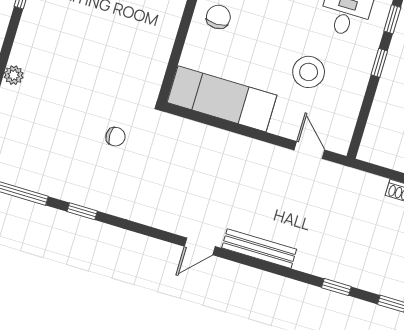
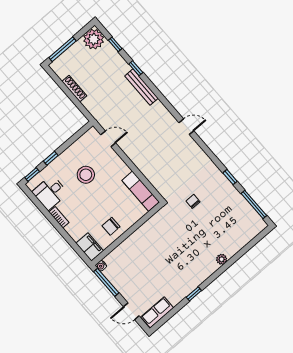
exam couch: (222, 99) -> (141, 191), width x0.73, depth x0.69
door: (309, 150) -> (108, 139), swing flipped
bench: (259, 249) -> (141, 87), moved

